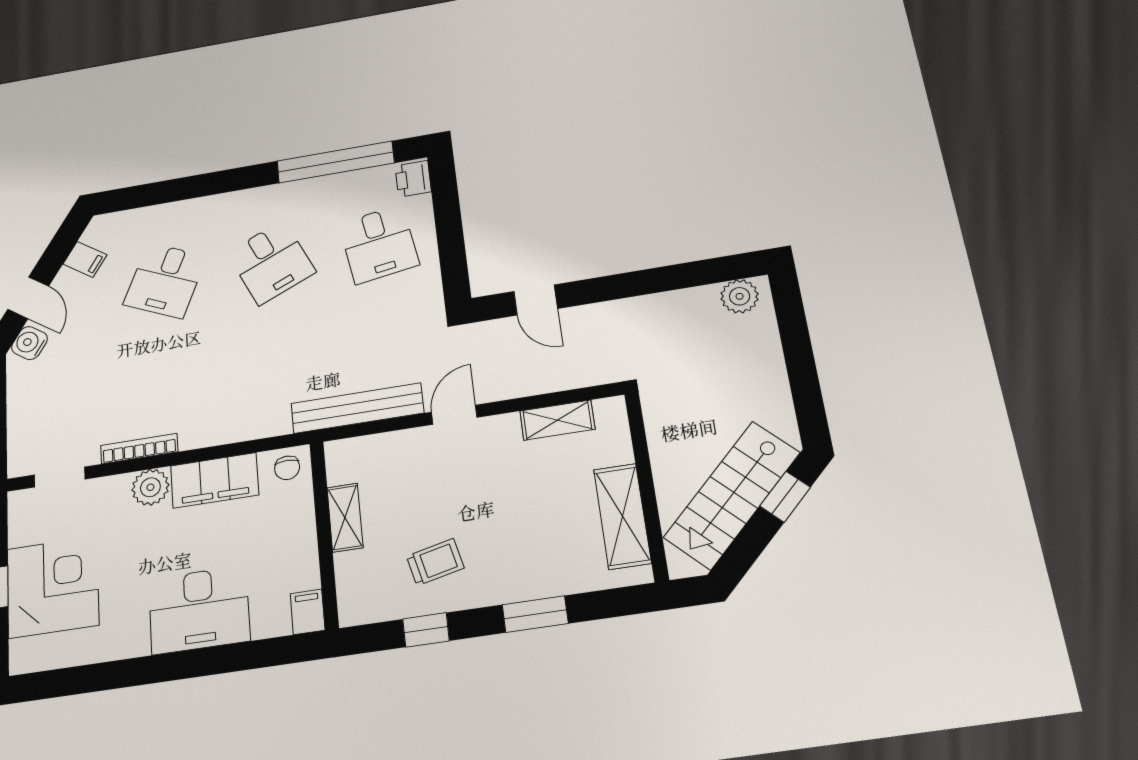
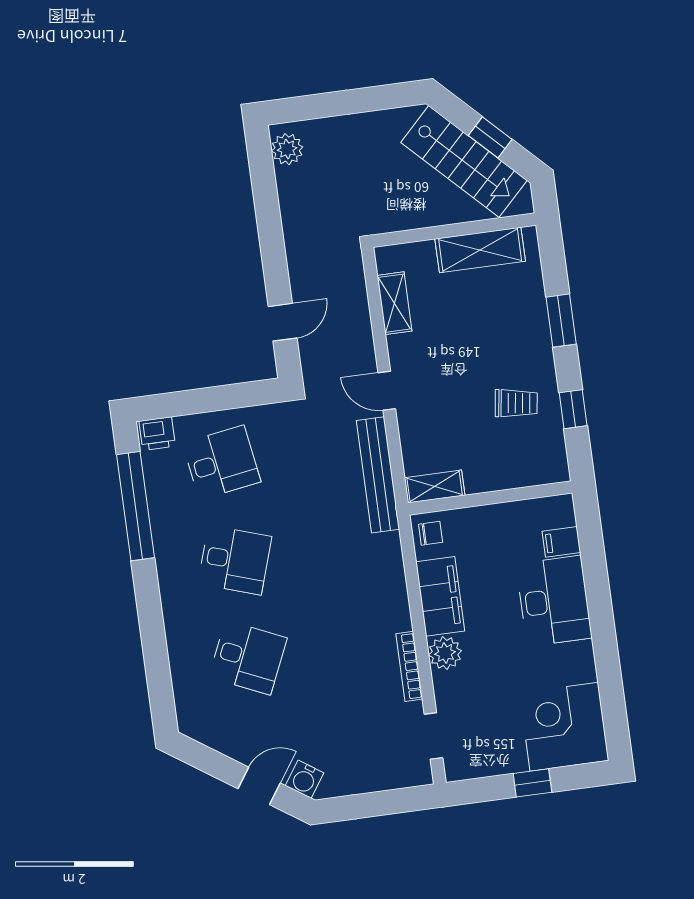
filing cabinet: (85, 259) -> (223, 736), removed
desk: (271, 262) -> (235, 560), turned 42
window: (785, 497) -> (490, 137), moved
shelving: (345, 518) -> (435, 487), moved
trolley: (435, 562) -> (516, 403), turned 111
corner desk: (53, 587) -> (564, 727), moved
filing cabinet: (308, 612) -> (561, 542), moved

